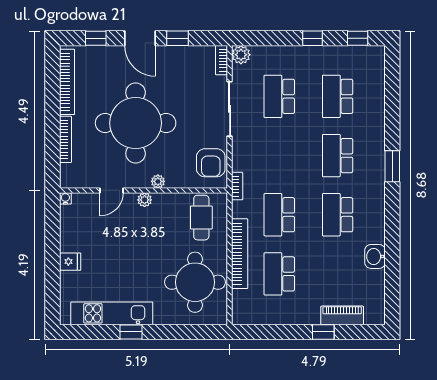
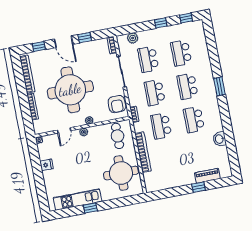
plant: (241, 55) -> (133, 38), moved
fridge: (70, 262) -> (47, 165), moved
school desk: (279, 274) -> (155, 93), moved

